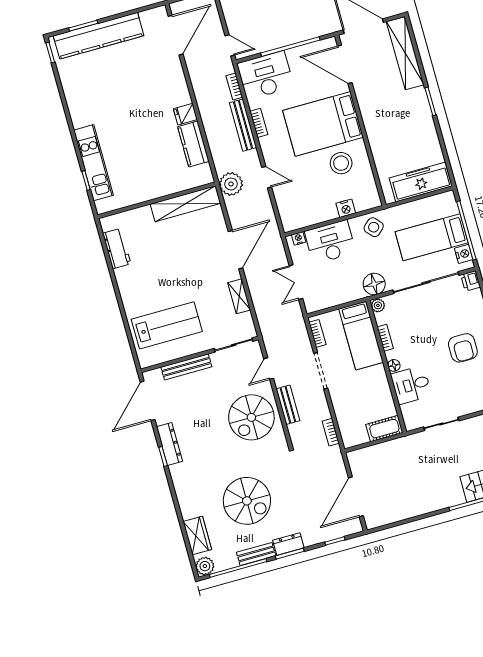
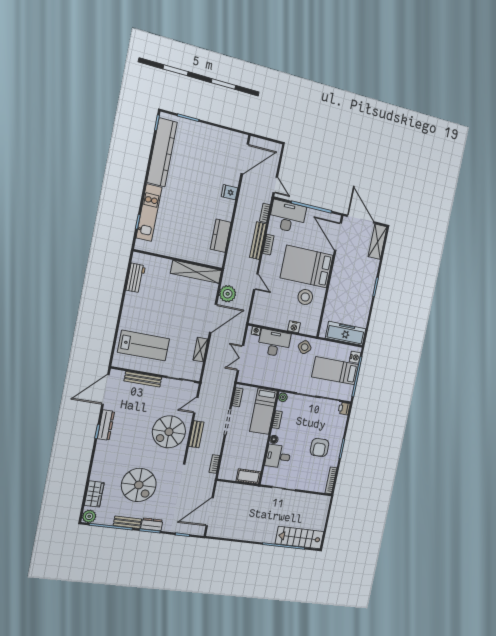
kitchen counter: (99, 36) -> (162, 152), moved, turned -90
shelving: (405, 53) -> (378, 242), width x0.68
fridge: (185, 114) -> (229, 192), moved
plant: (231, 184) -> (228, 294), moved
nightstand: (464, 254) -> (355, 357), moved
floor lamp: (374, 284) -> (287, 383), removed

